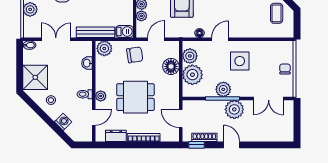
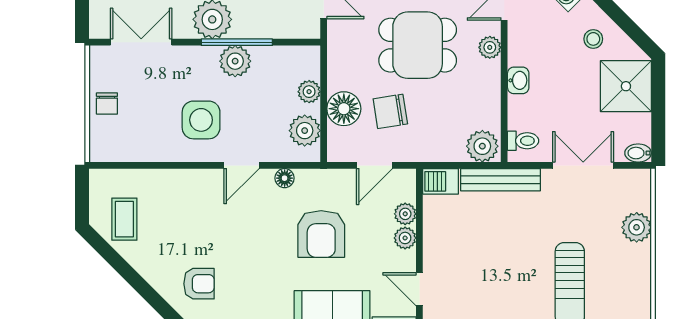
double door: (56, 39) -> (583, 165), swing flipped
chair: (135, 55) -> (390, 111), moved
washbasin: (87, 63) -> (518, 80), moved
plant: (192, 75) -> (309, 92), width x0.53, depth x0.53
toilet: (85, 94) -> (523, 141), moved

